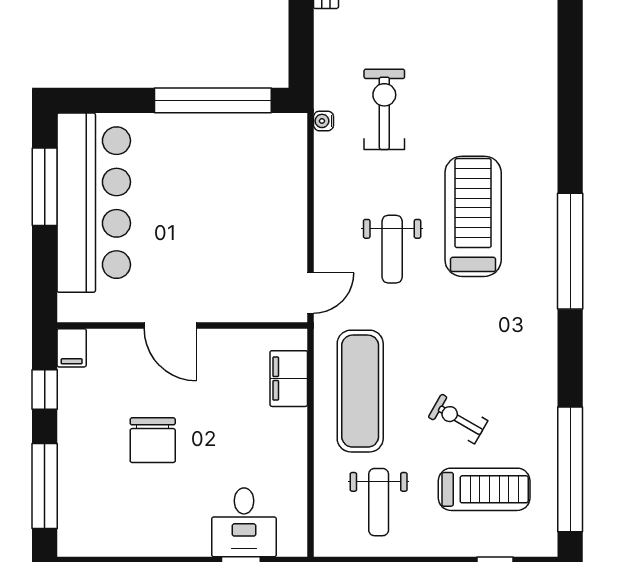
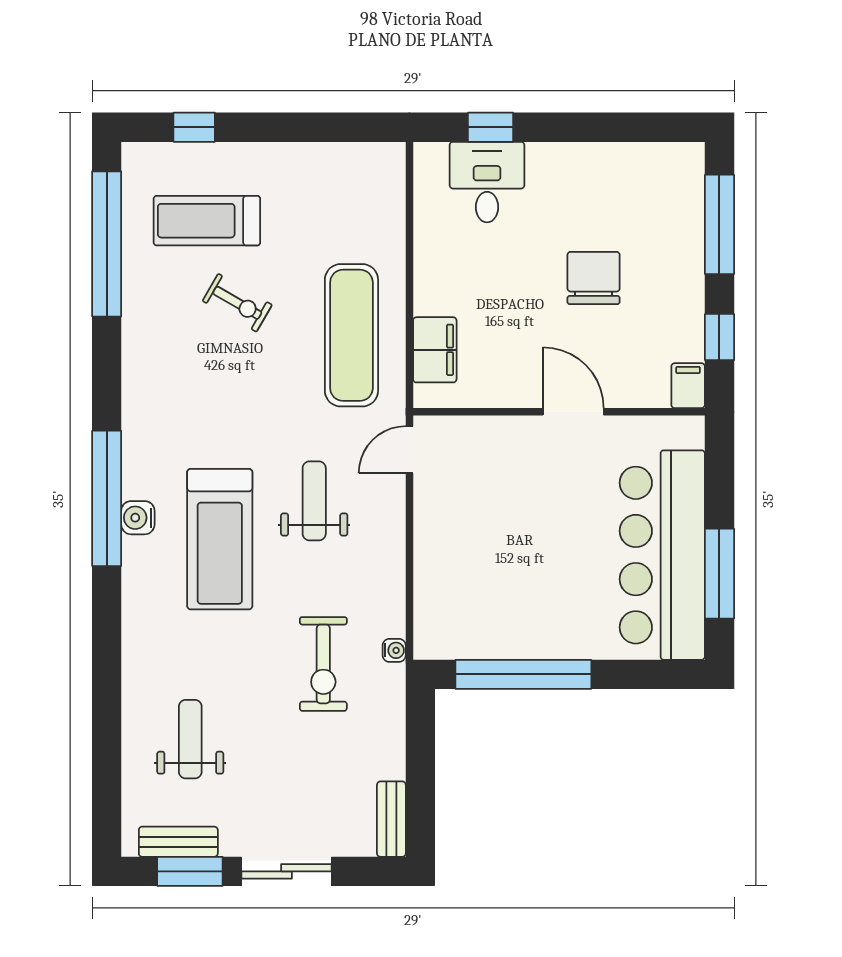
water cooler: (543, 235) -> (138, 518), added
weight bench: (379, 502) -> (190, 739), moved

